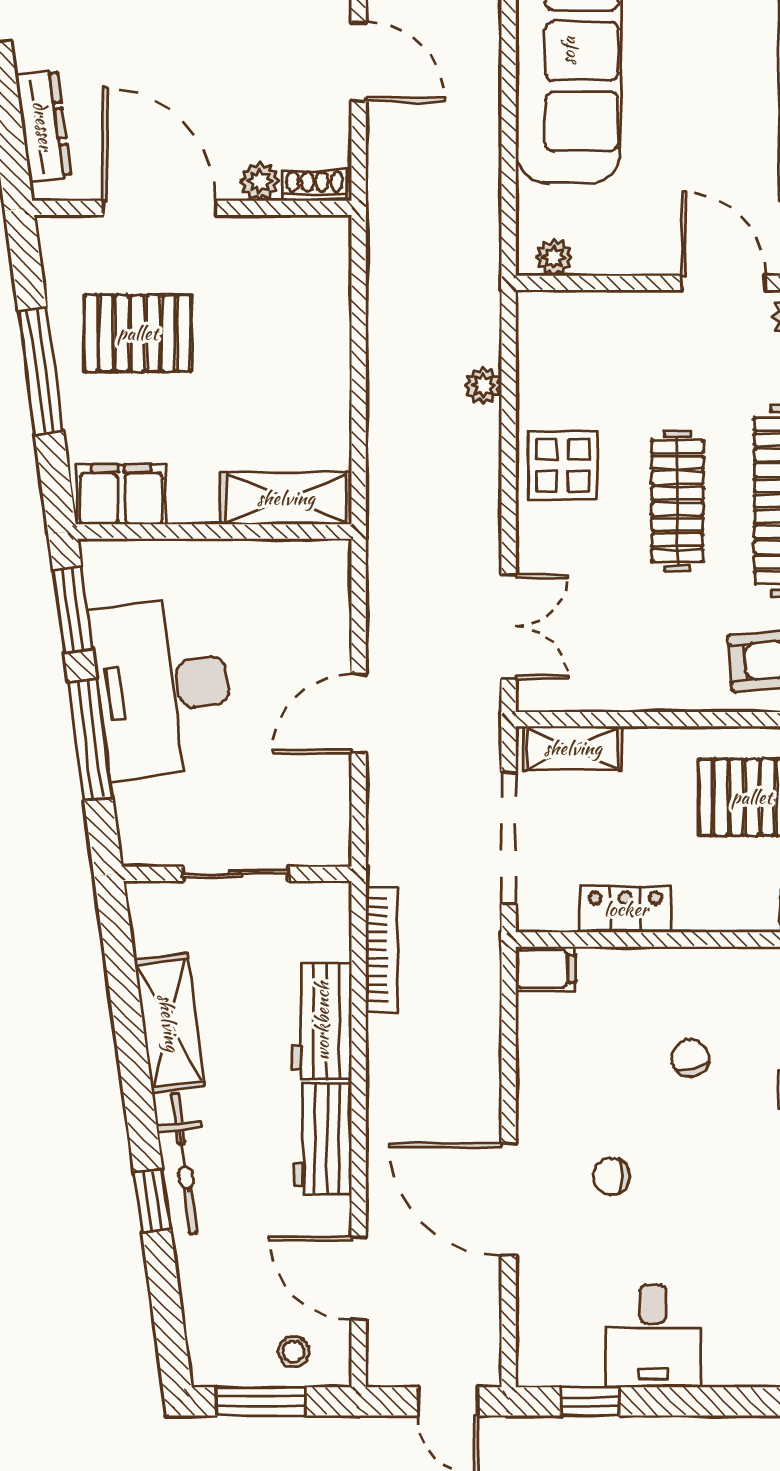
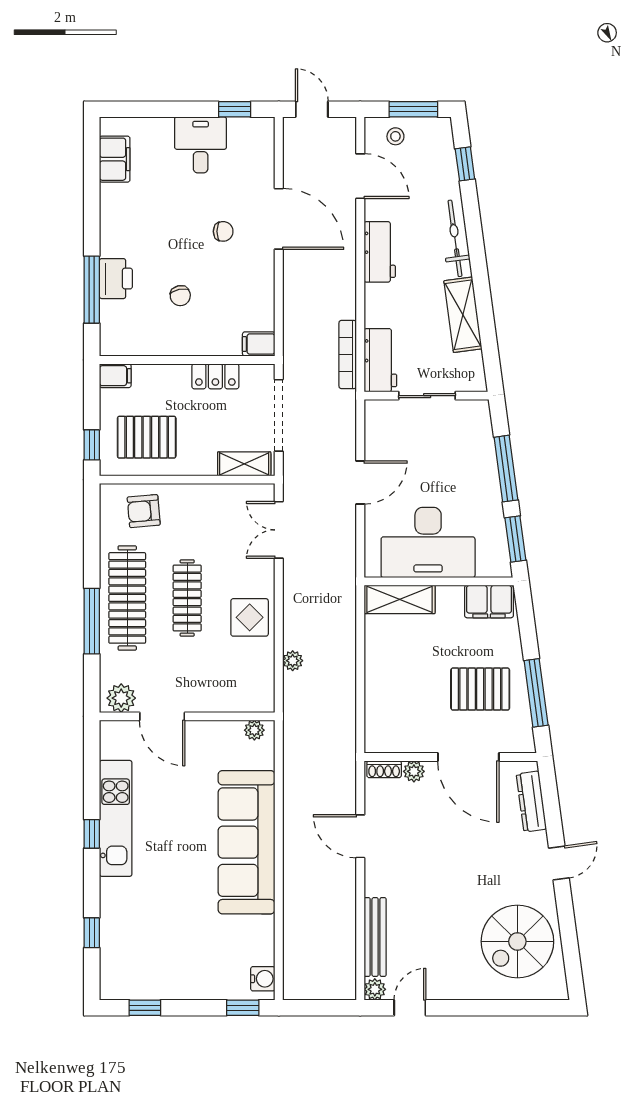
window: (41, 371) -> (536, 693), moved
desk: (163, 688) -> (428, 542), moved, turned 98
workbench: (322, 1021) -> (380, 360), moved
window: (152, 1201) -> (465, 164), moved

